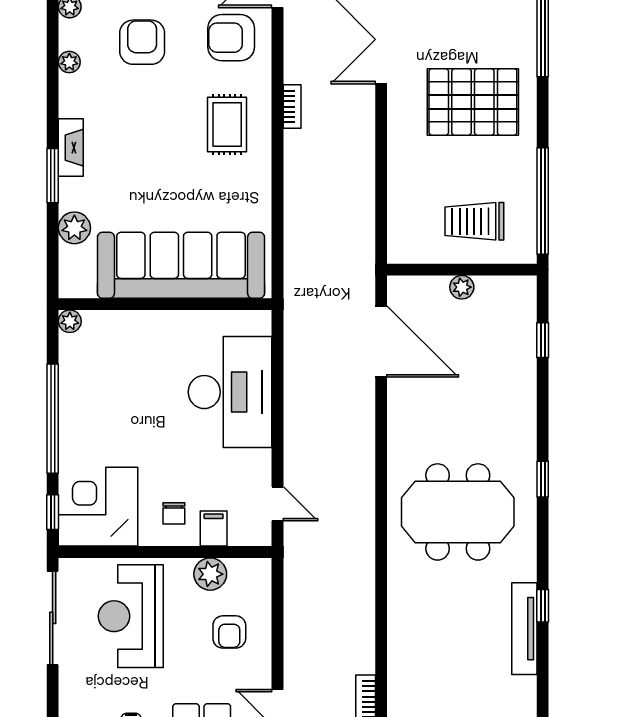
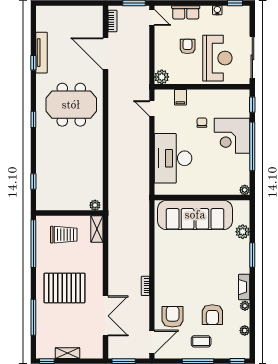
armchair: (231, 38) -> (173, 317), turned -90
rug: (227, 125) -> (174, 278), removed
fireplace: (71, 148) -> (244, 287), moved
shelving: (400, 234) -> (97, 229), added
plant: (462, 287) -> (95, 205), moved
door: (381, 342) -> (105, 54), moved
corner desk: (98, 507) -> (232, 136), moved, turned 90
chair: (174, 513) -> (202, 123), moved
plant: (210, 574) -> (162, 77), moved
armchair: (229, 632) -> (188, 46), moved

